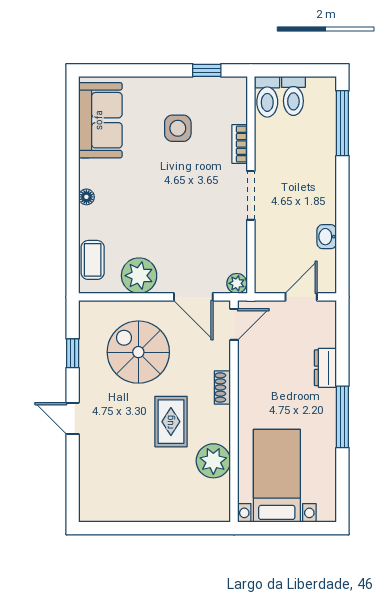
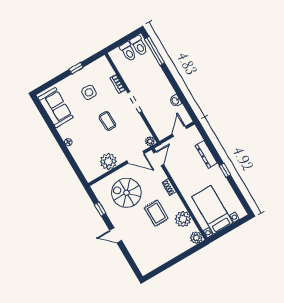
window: (207, 70) -> (76, 68), moved
toilet: (267, 97) -> (139, 46), moved
coffee table: (93, 260) -> (107, 121), moved
dresser: (325, 368) -> (206, 154), width x1.44
window: (342, 417) -> (225, 170), width x0.46
plant: (217, 509) -> (196, 238), added

